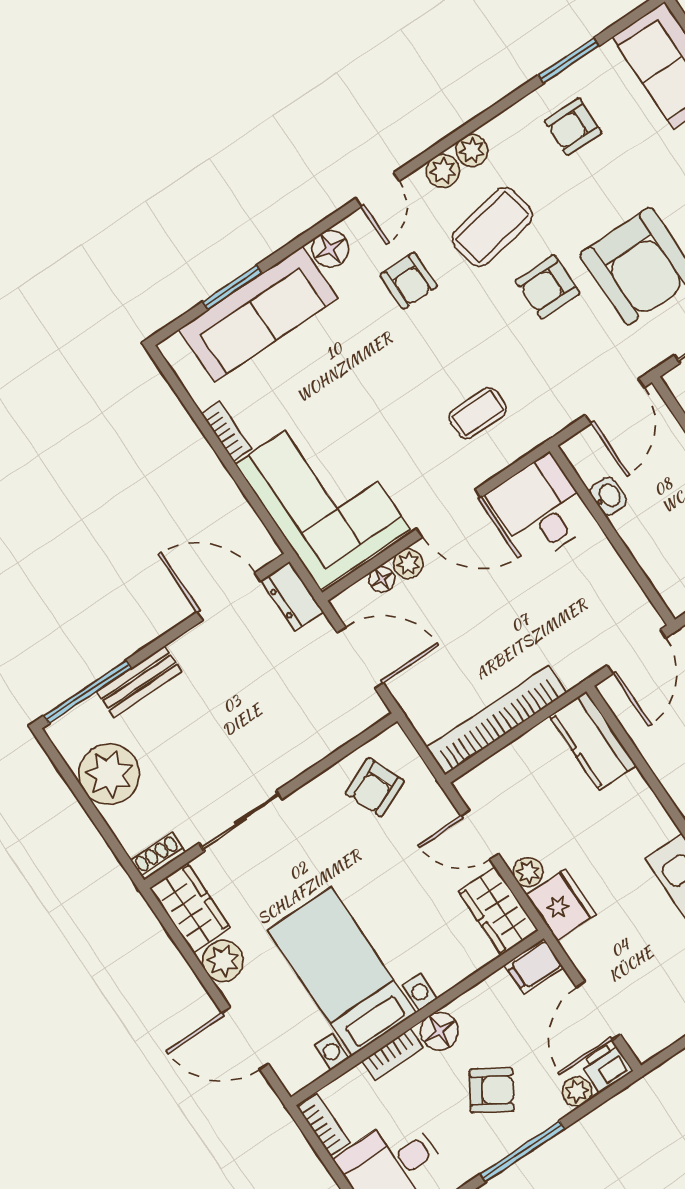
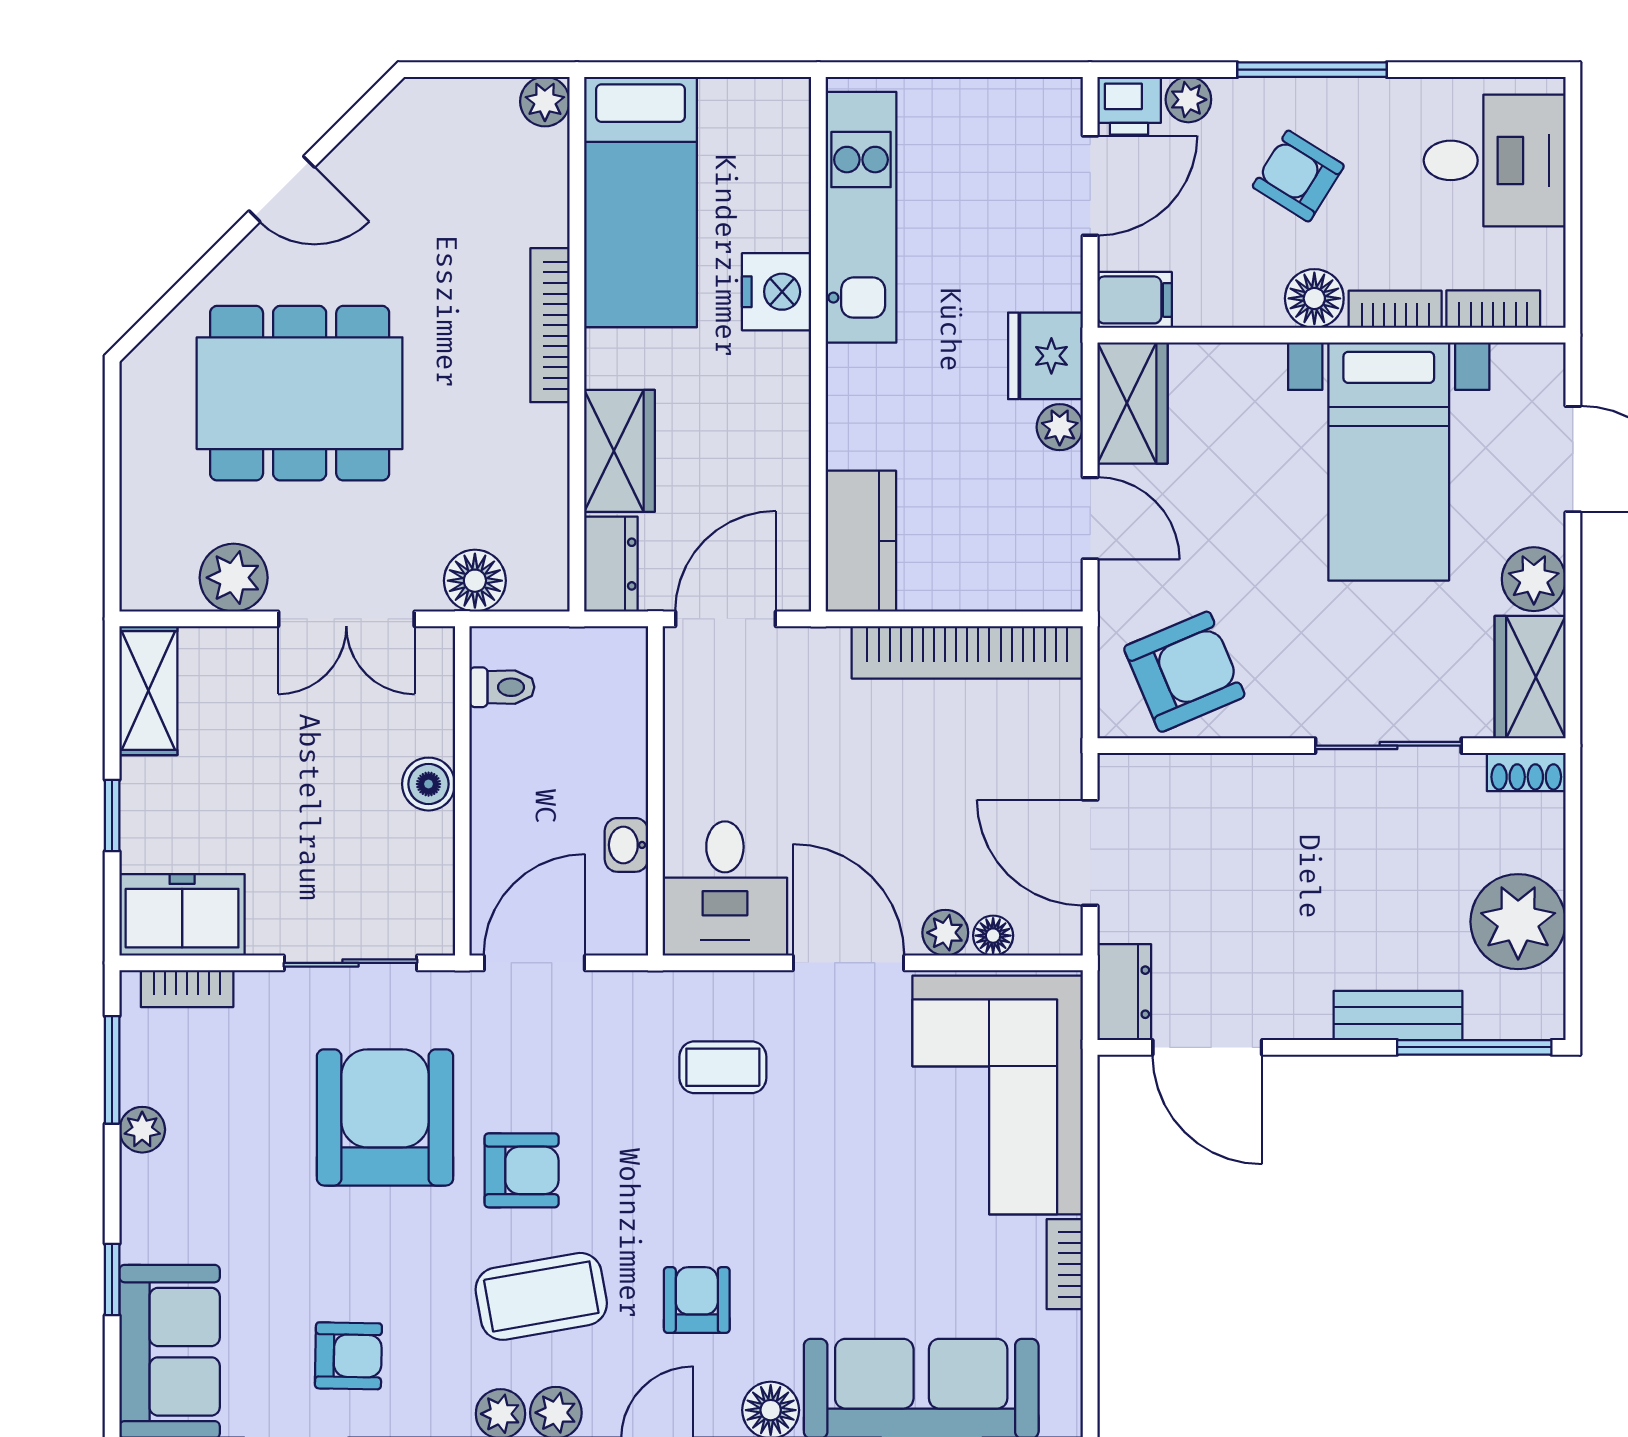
armchair: (375, 787) -> (1184, 672), width x1.38, depth x1.38
bookcase: (324, 1125) -> (1493, 309), moved, turned 90

